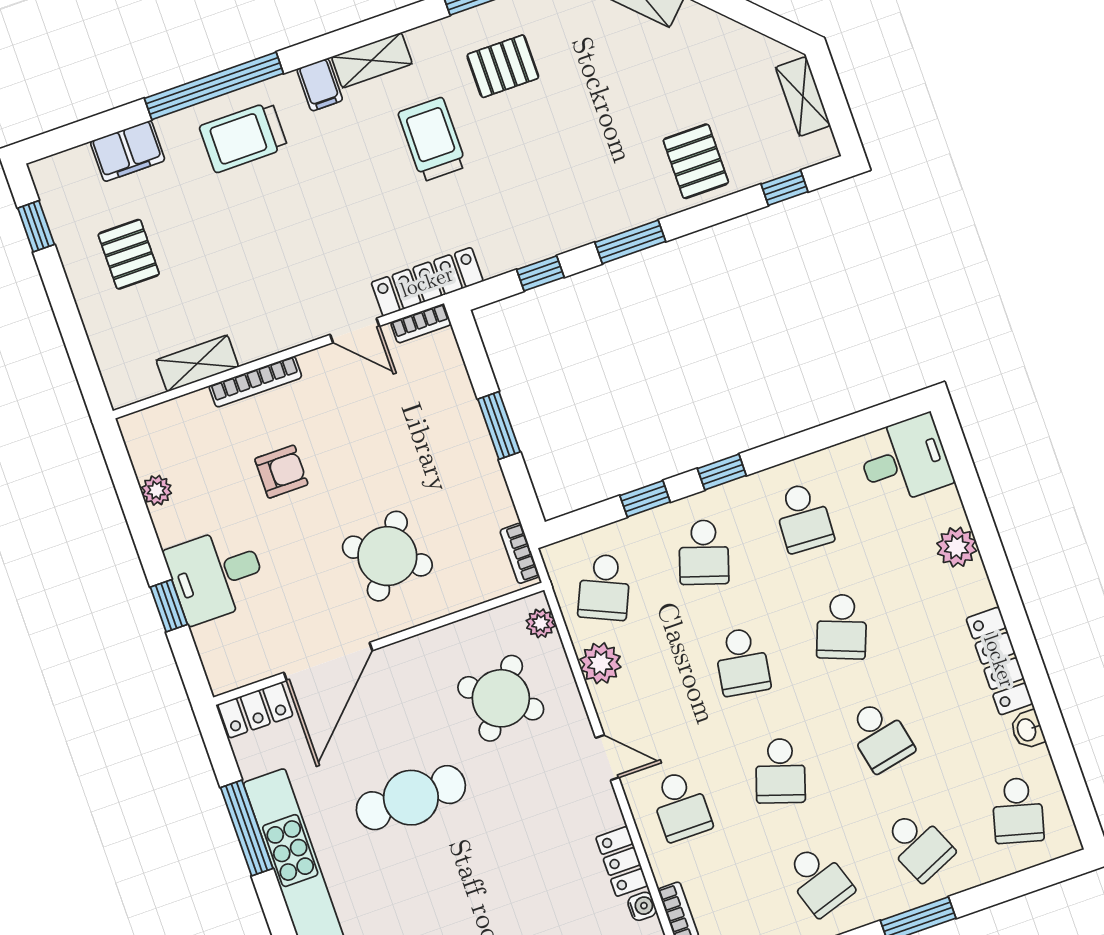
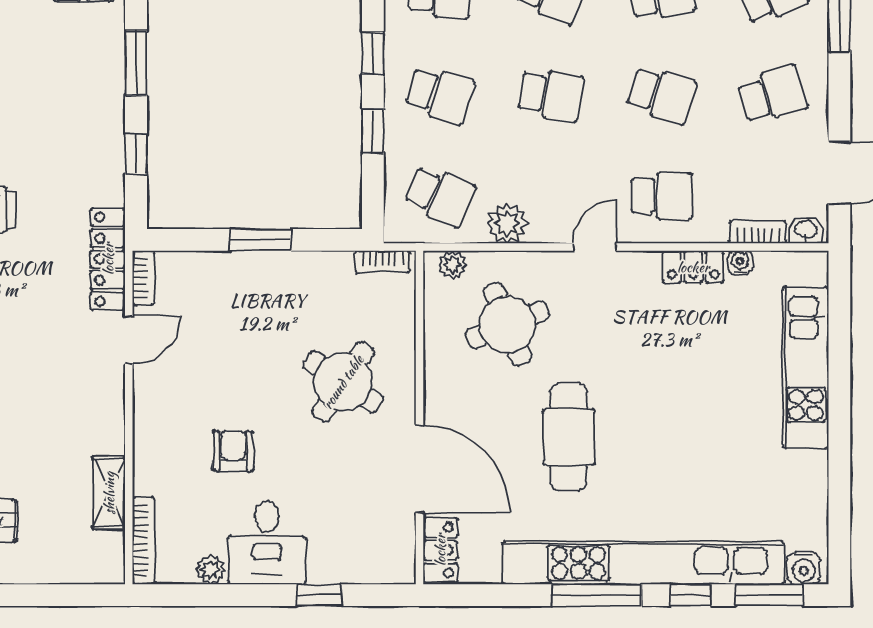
bookcase: (255, 382) -> (144, 541), moved
desk: (216, 575) -> (267, 542), moved
round table: (501, 698) -> (507, 324), turned 30
window: (247, 828) -> (597, 595), moved

